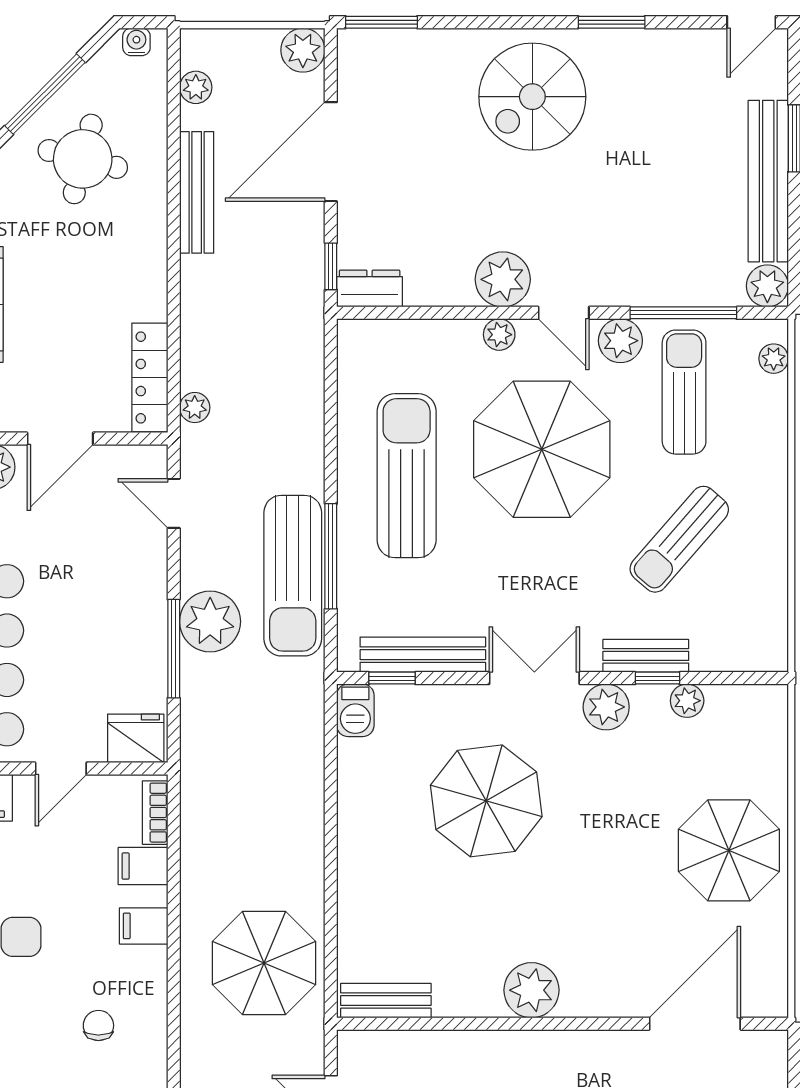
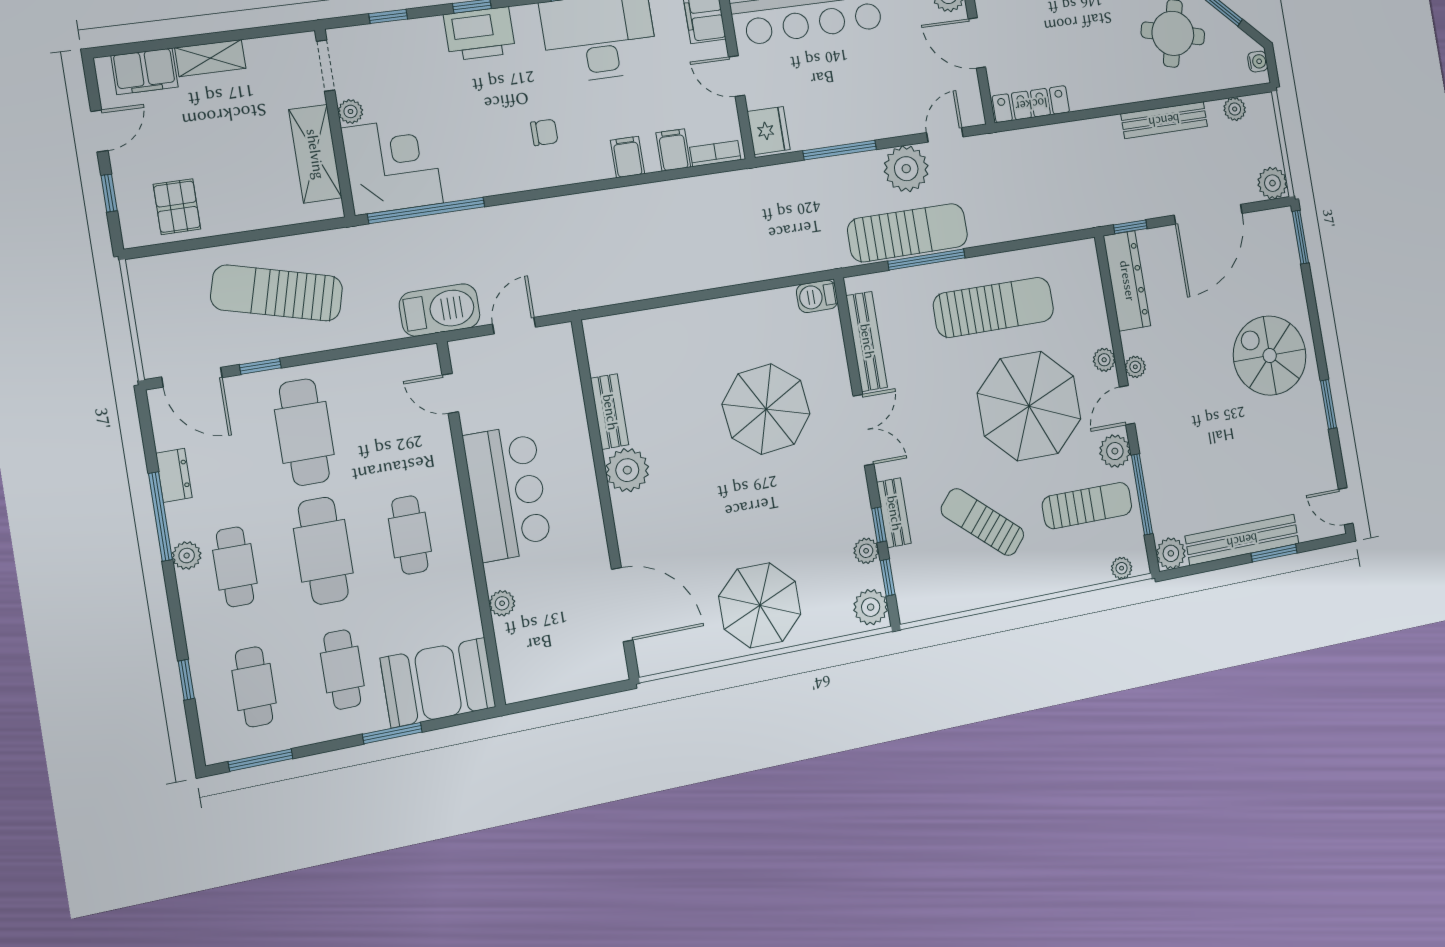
door: (331, 152) -> (1208, 214), swing flipped
plant: (503, 279) -> (1135, 367), width x0.53, depth x0.53
dresser: (370, 288) -> (1127, 281), width x1.96, depth x1.24
plant: (195, 407) -> (1015, 141), removed
sun lounger: (293, 576) -> (908, 233), turned 180
plant: (210, 622) -> (906, 169), moved
window: (392, 678) -> (888, 578), moved
plant: (606, 707) -> (871, 607), moved
parasol: (264, 963) -> (614, 256), removed
bench: (386, 1001) -> (610, 412), moved

